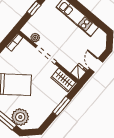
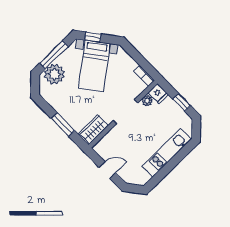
fridge: (79, 72) -> (158, 94), moved

